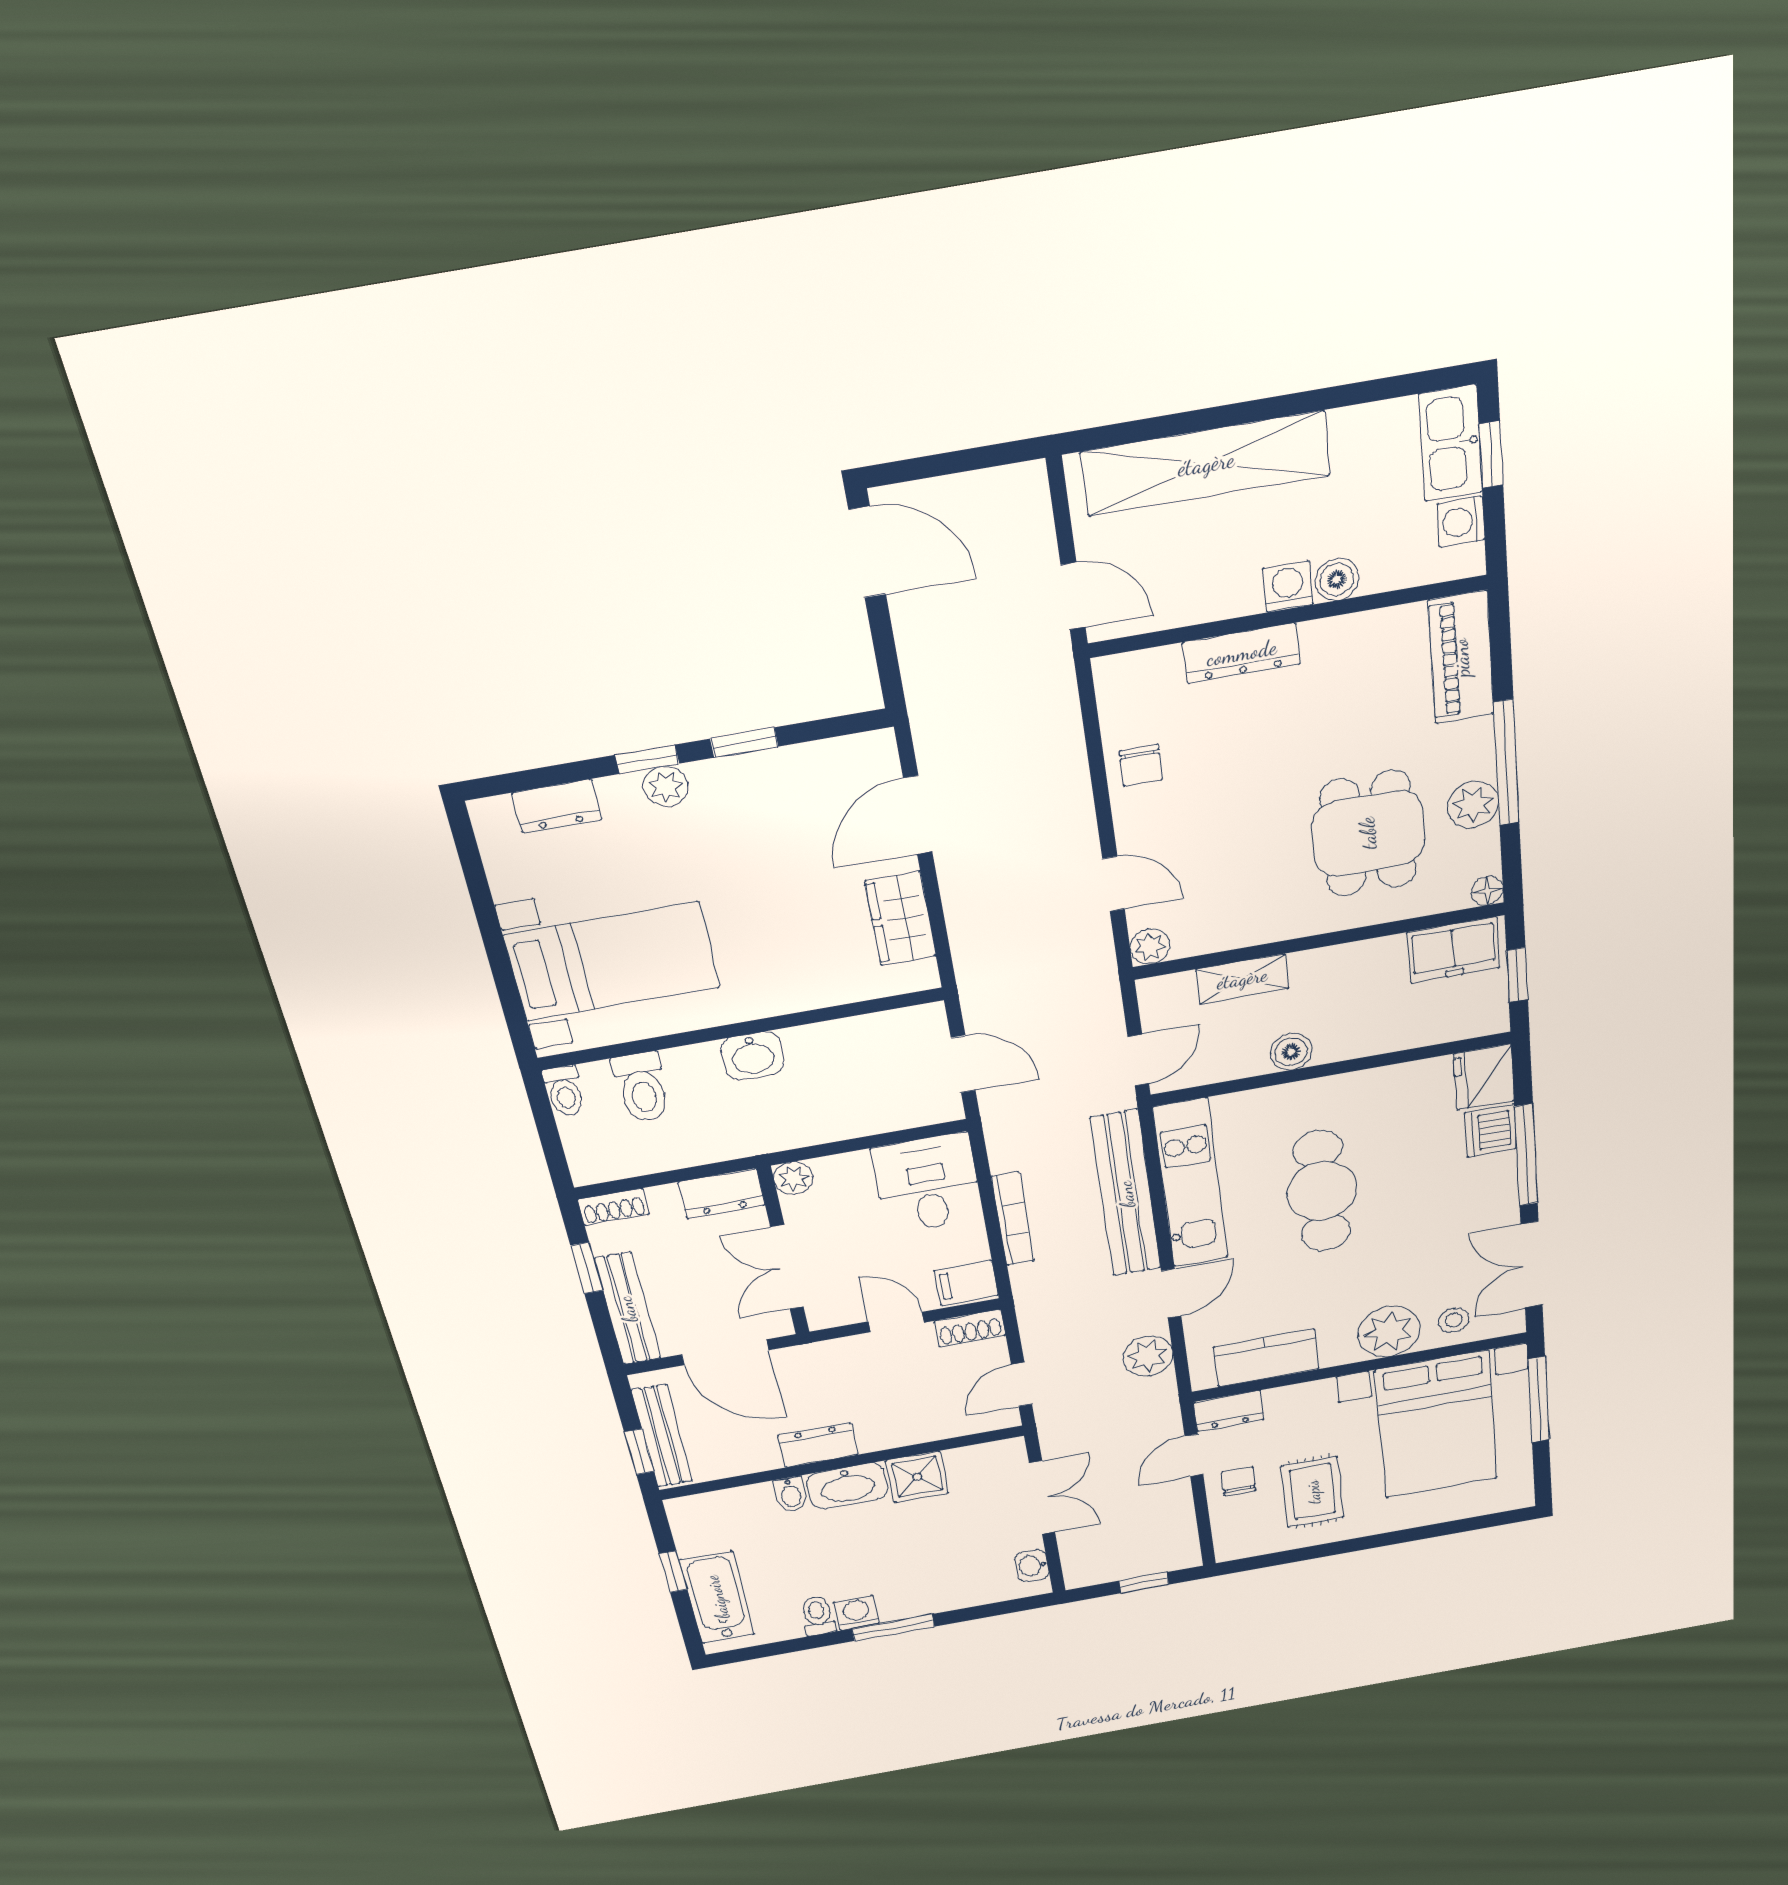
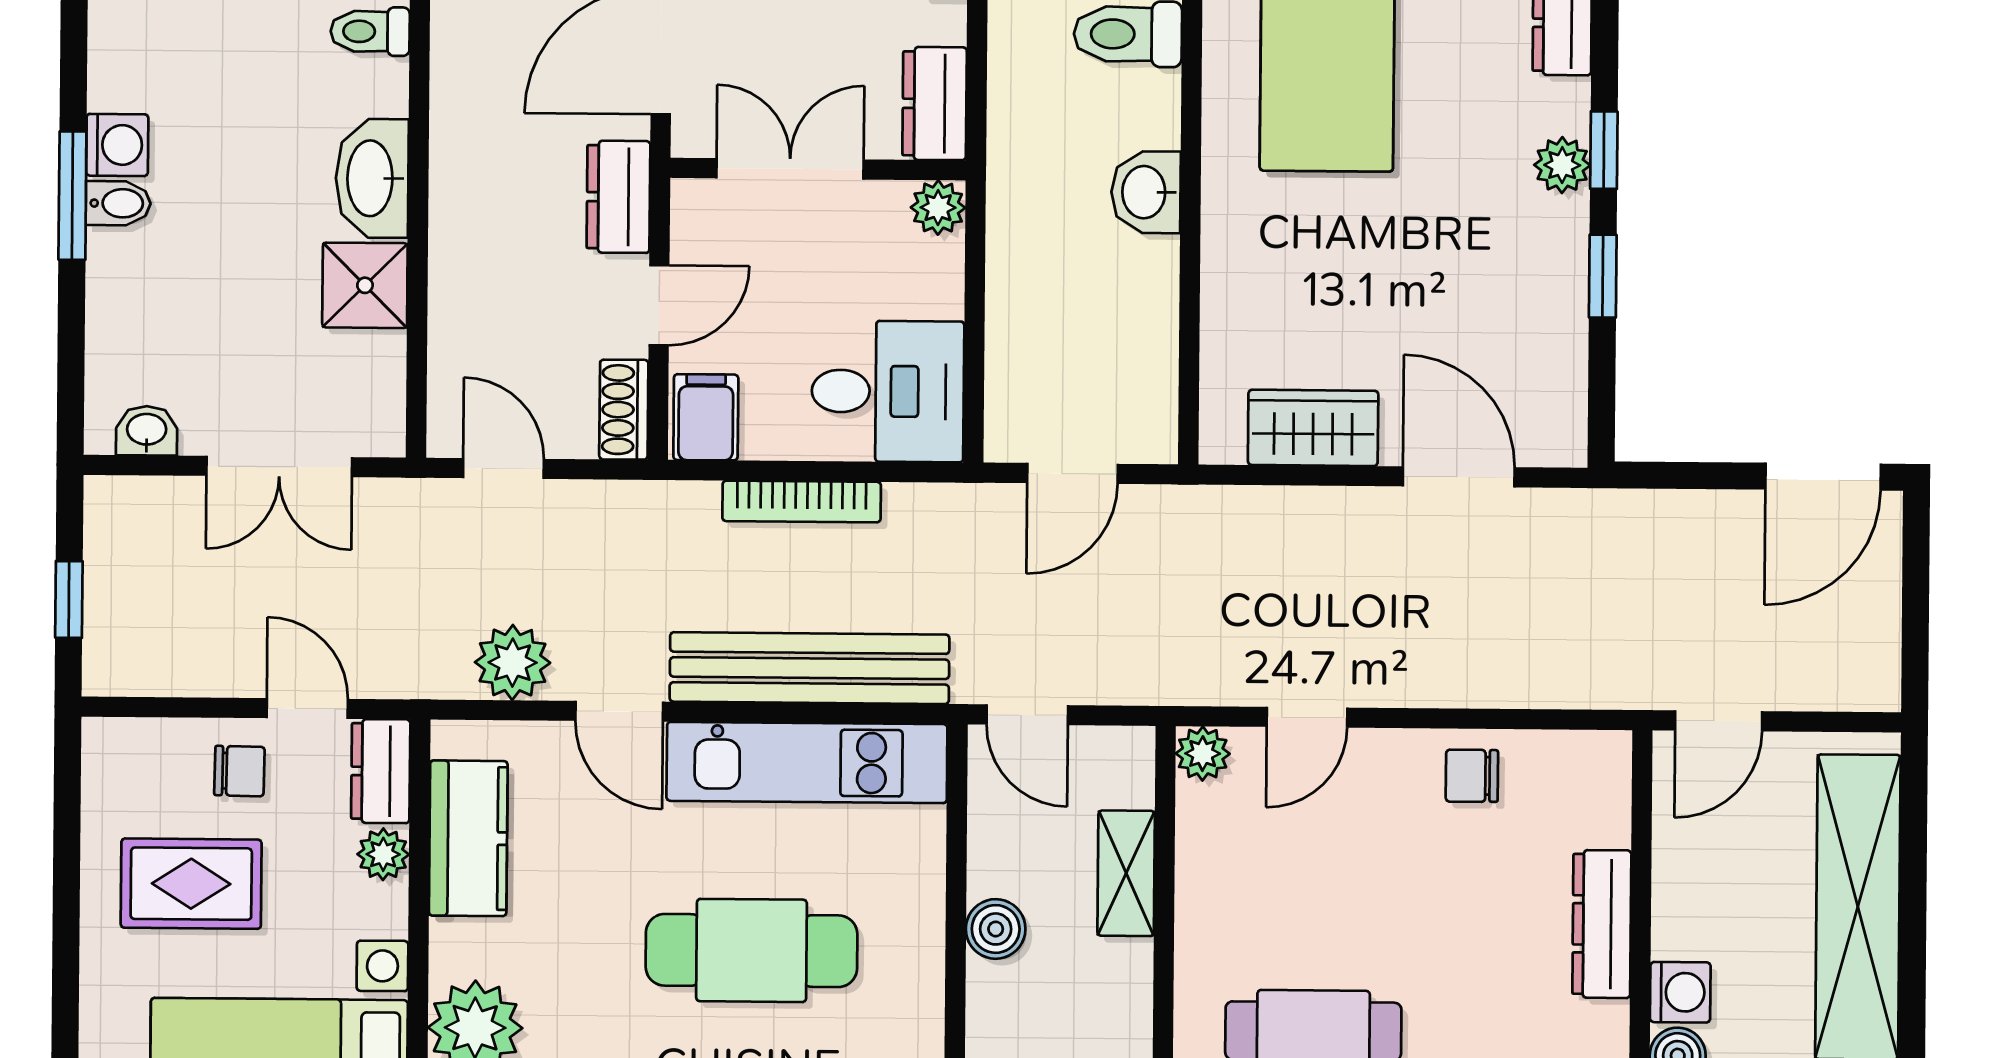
plant: (1282, 1400) -> (383, 854), added
dresser: (818, 1445) -> (618, 197), moved, turned 180
bidet: (791, 1494) -> (118, 203), moved, turned 180
toilet: (818, 1615) -> (370, 31), moved, turned 180

